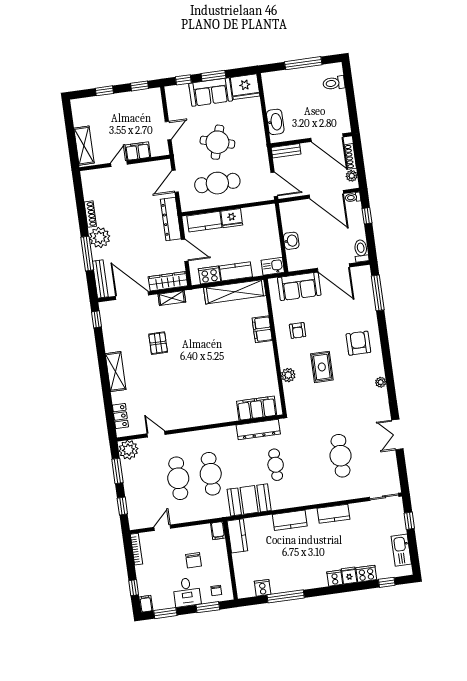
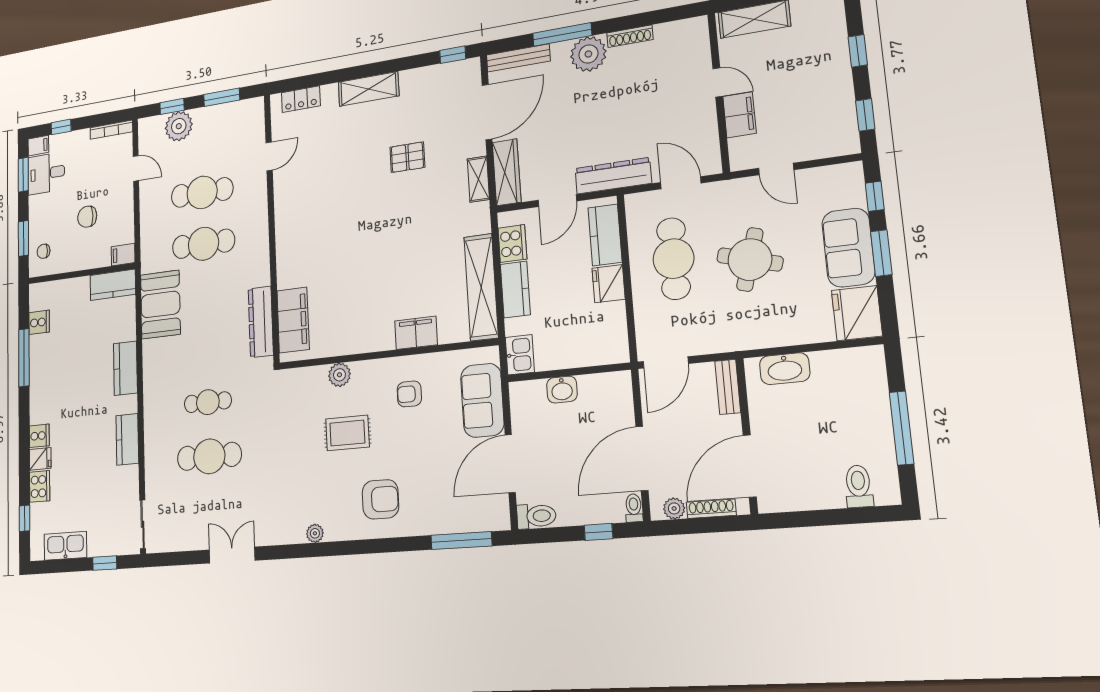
plant: (128, 450) -> (179, 126), moved
cafe table: (276, 465) -> (208, 402), moved
desk: (187, 592) -> (46, 173), moved

